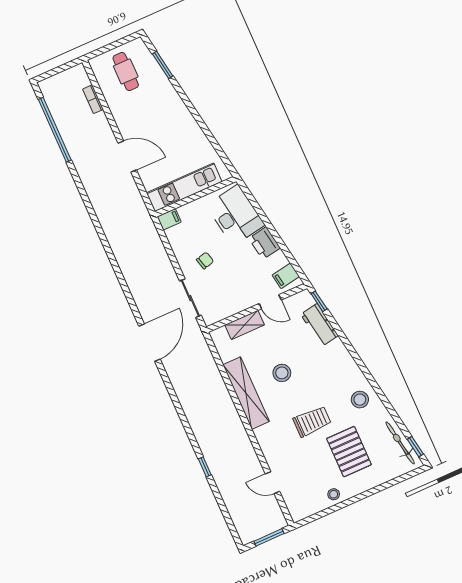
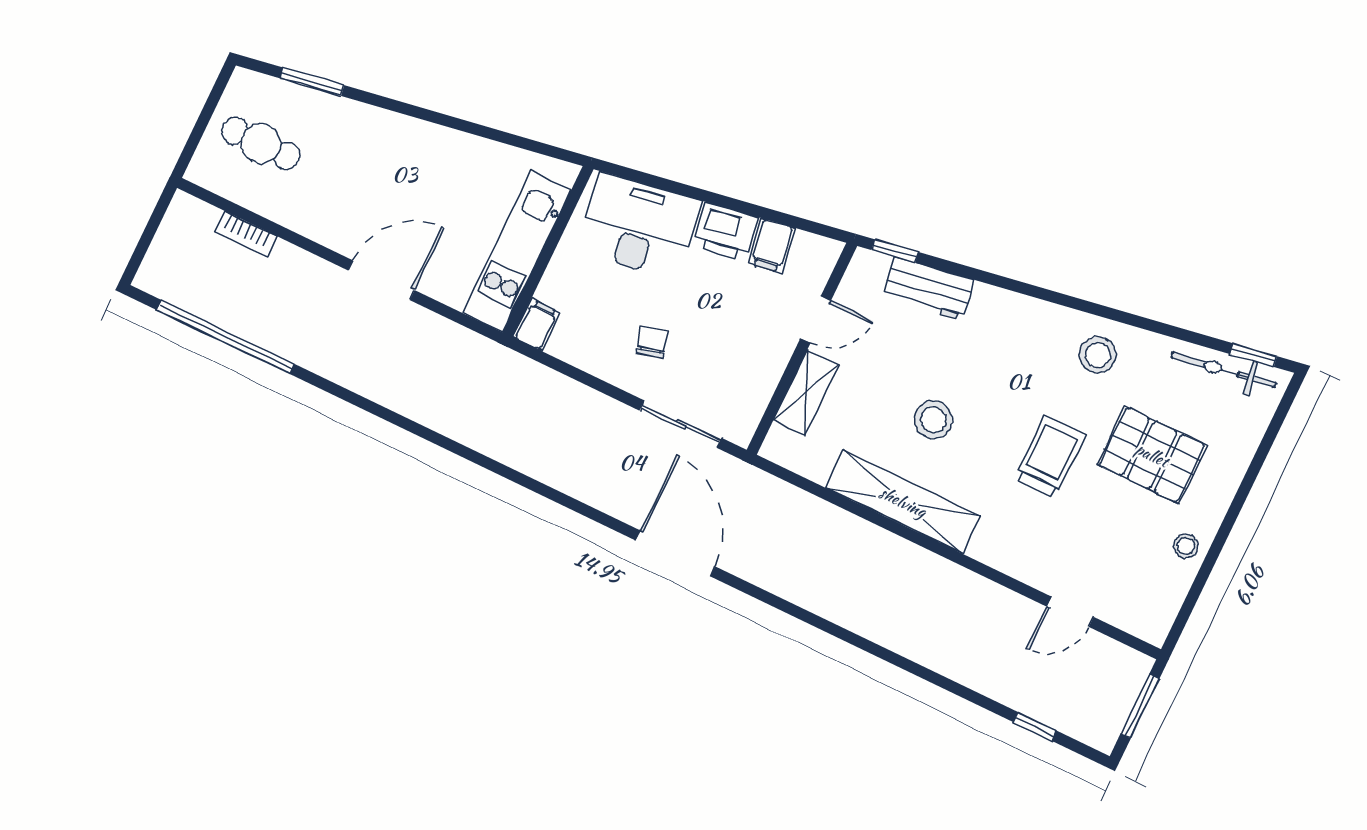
filing cabinet: (286, 276) -> (772, 246), moved
window: (205, 467) -> (1035, 726), moved

